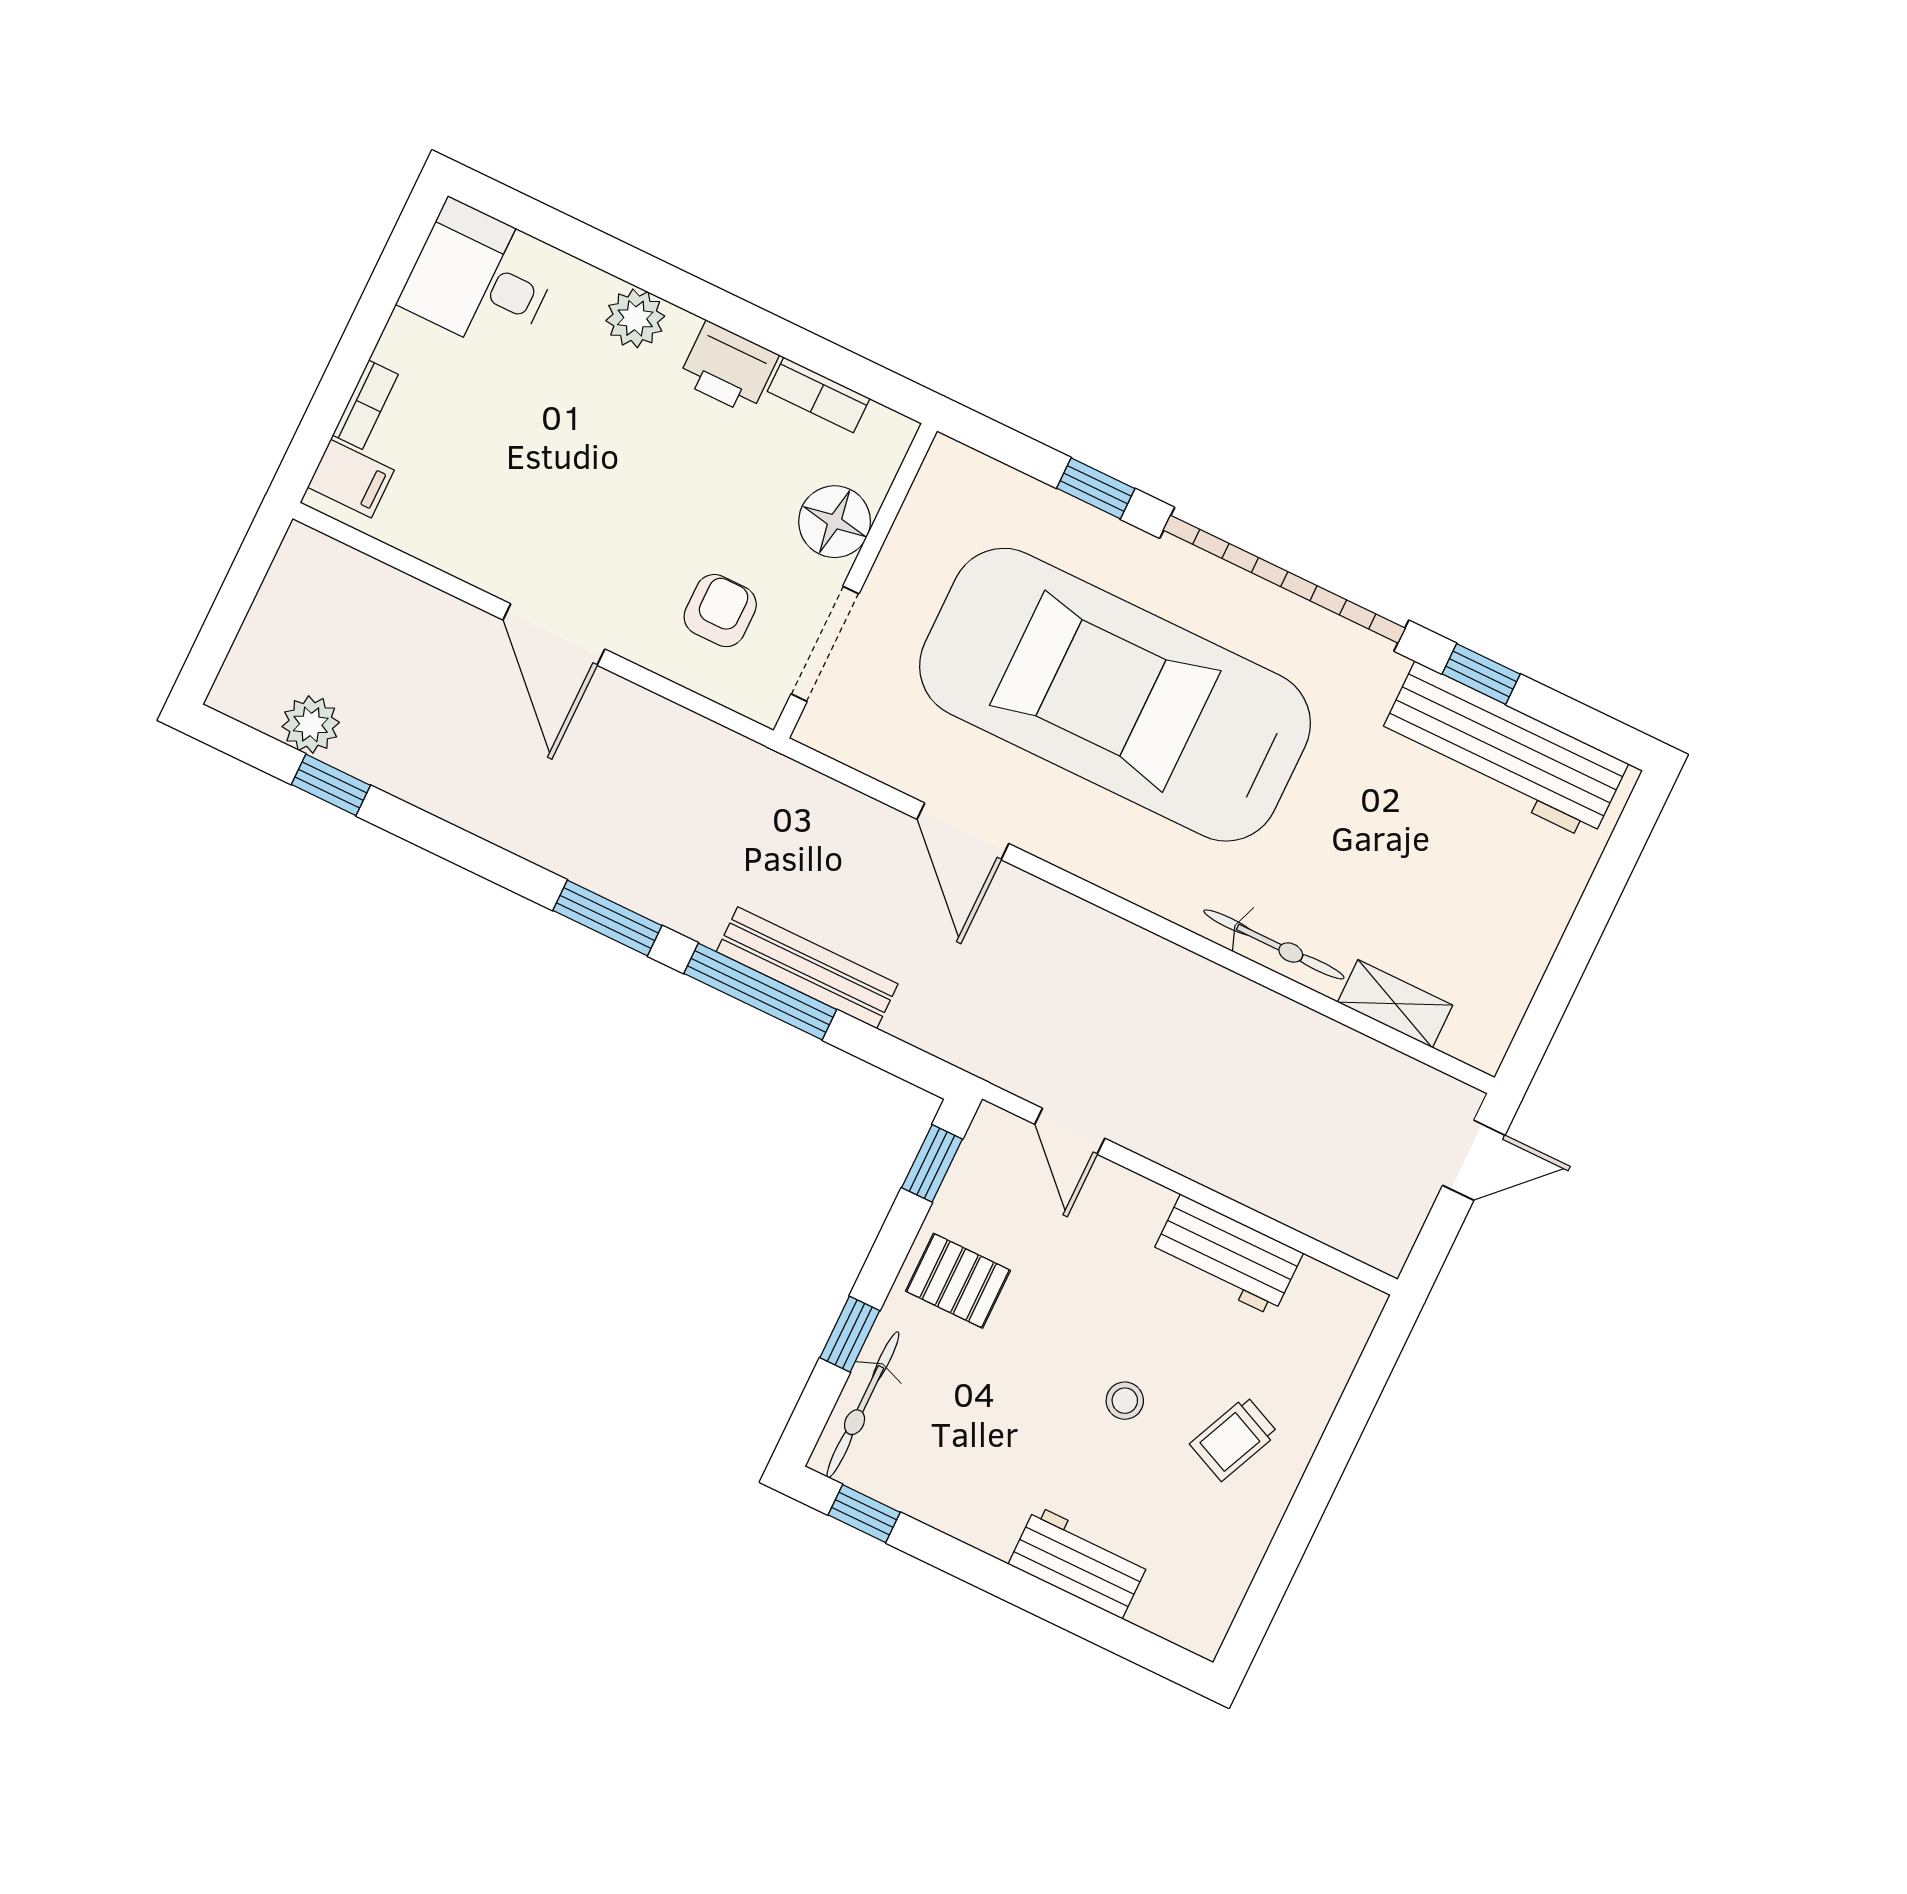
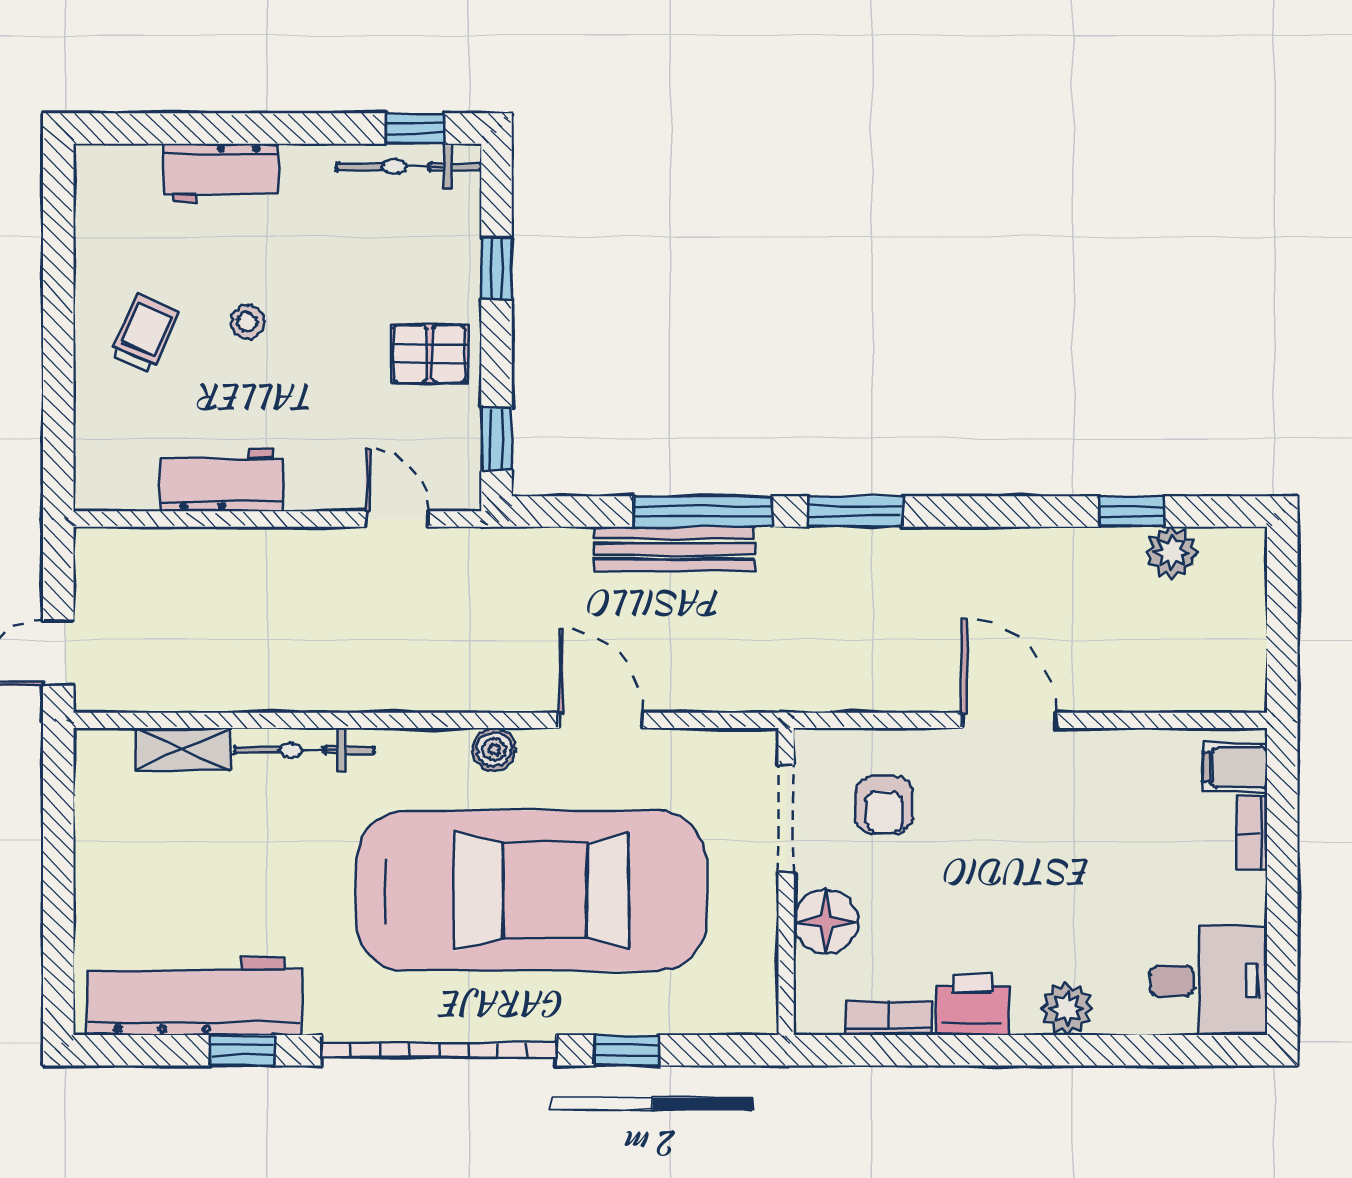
boiler: (1084, 854) -> (494, 749), added
bicycle: (863, 1405) -> (409, 167), moved, turned -90

